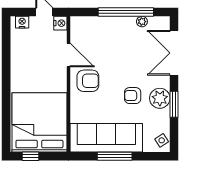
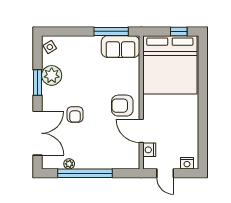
nightstand: (60, 23) -> (149, 150), moved
armchair: (133, 96) -> (75, 115), moved, turned 90
plant: (160, 98) -> (52, 75), moved
sofa: (106, 138) -> (120, 47), width x0.54, depth x0.79
window: (115, 156) -> (111, 31), moved

